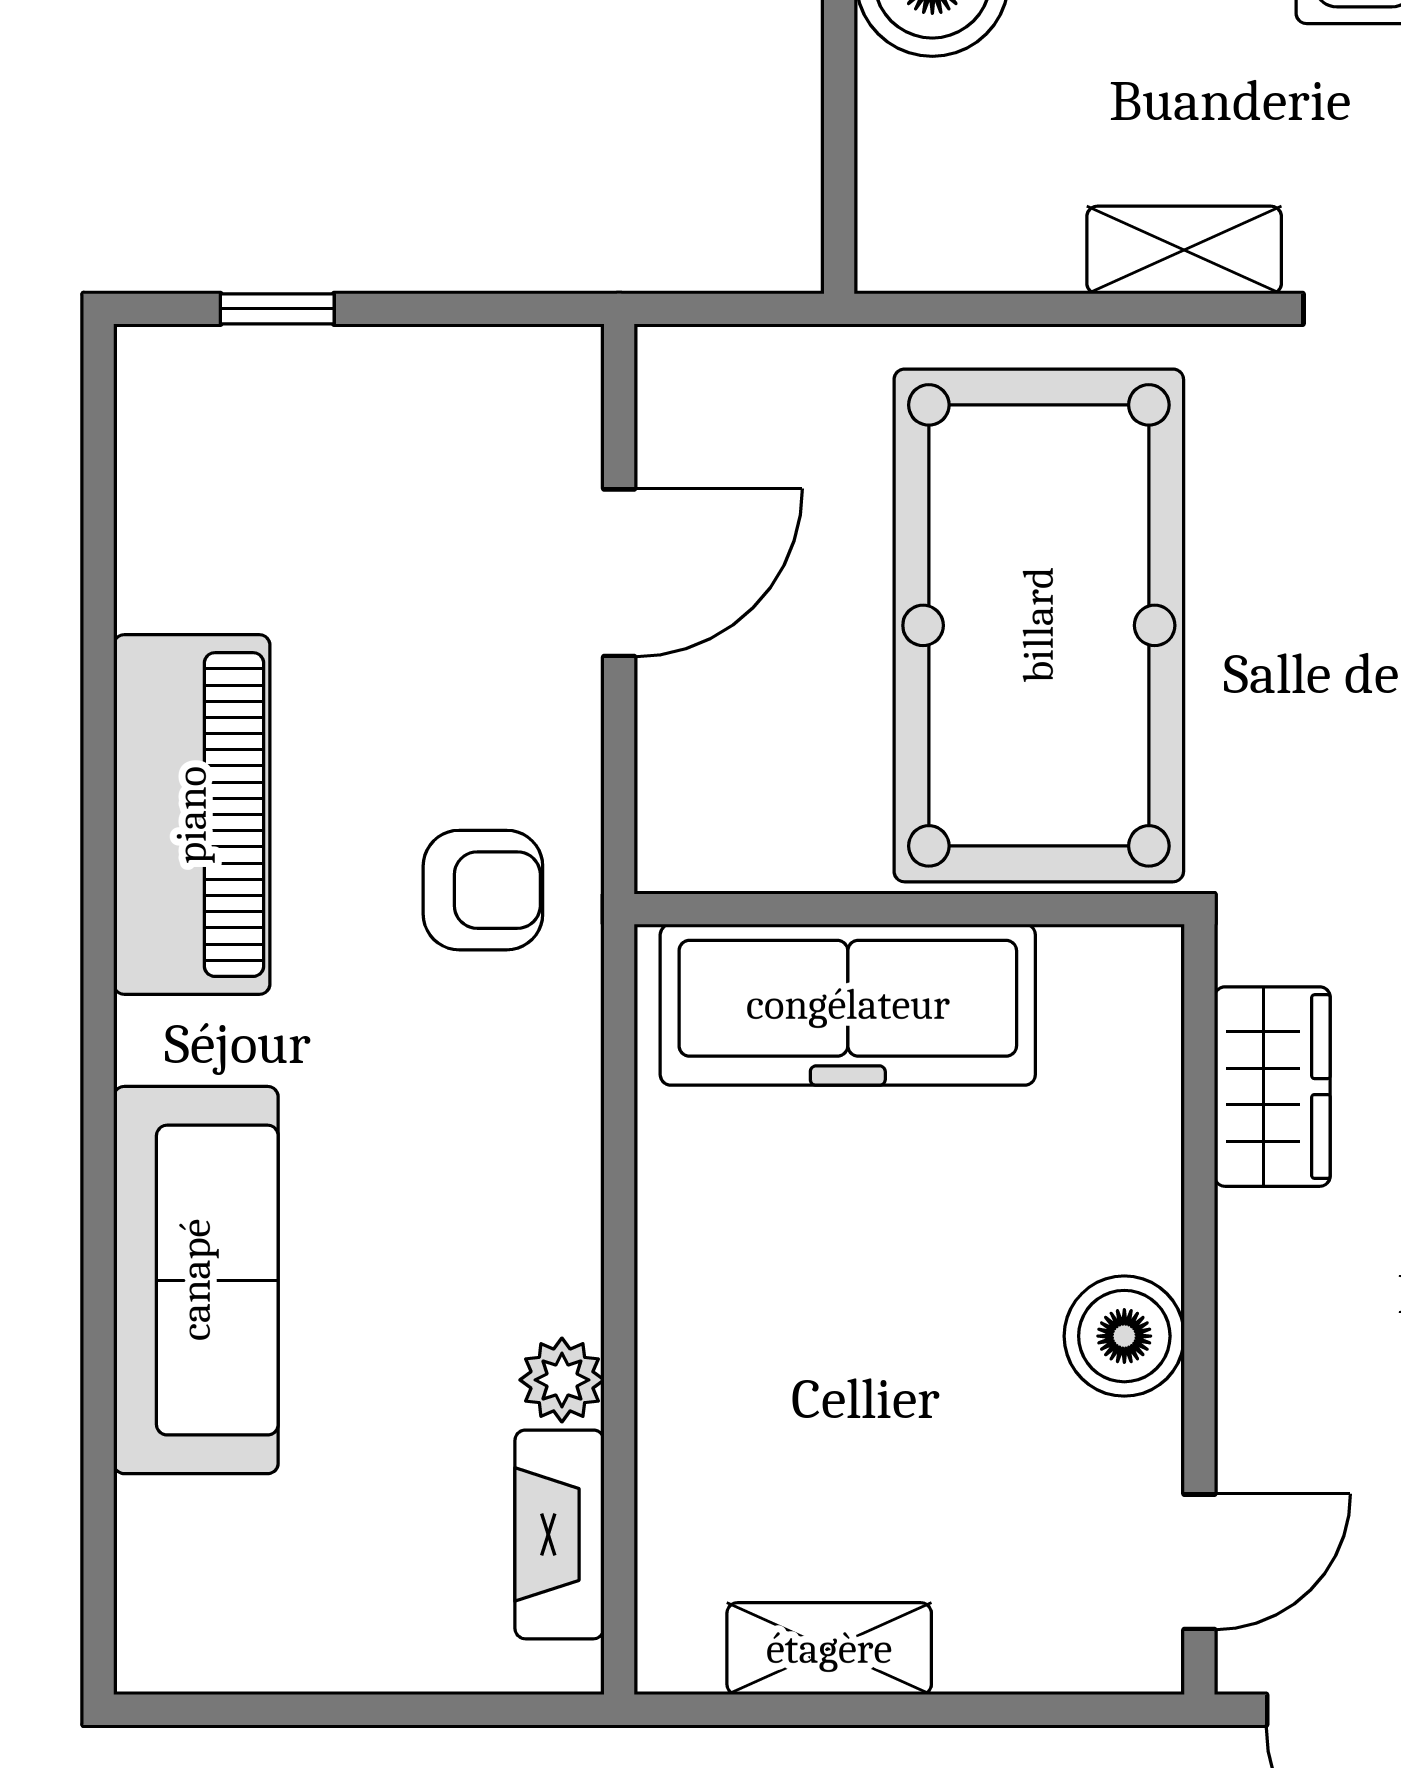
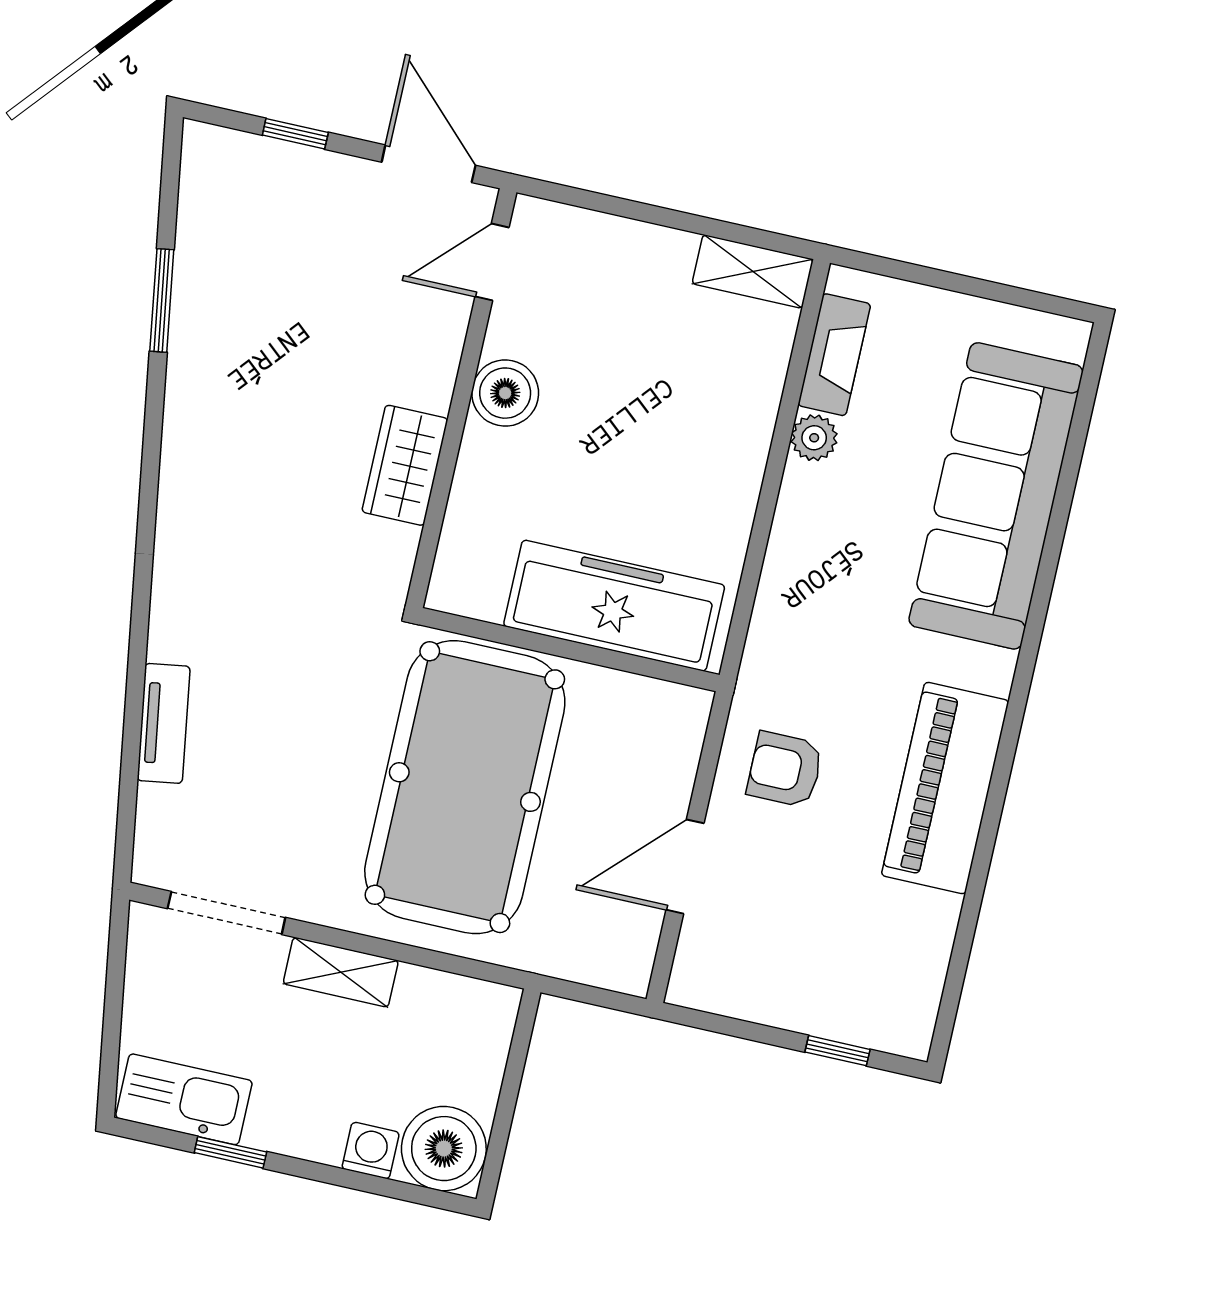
armchair: (483, 890) -> (785, 769), moved
wardrobe: (1272, 1087) -> (405, 465), moved
sofa: (196, 1280) -> (996, 496), width x1.36, depth x1.27
shelving: (829, 1649) -> (753, 271), moved

